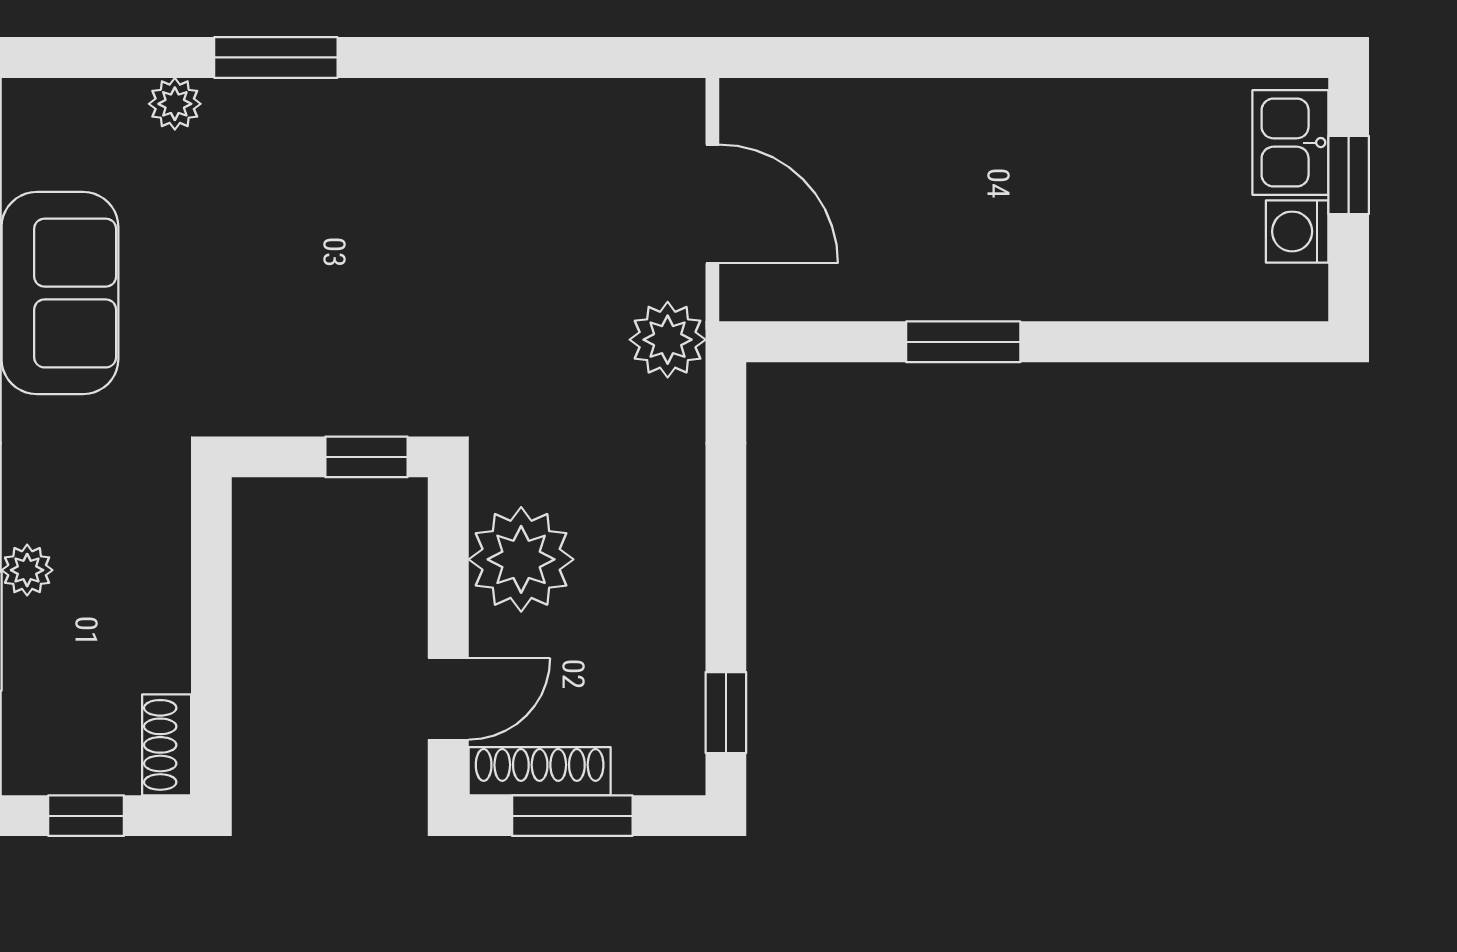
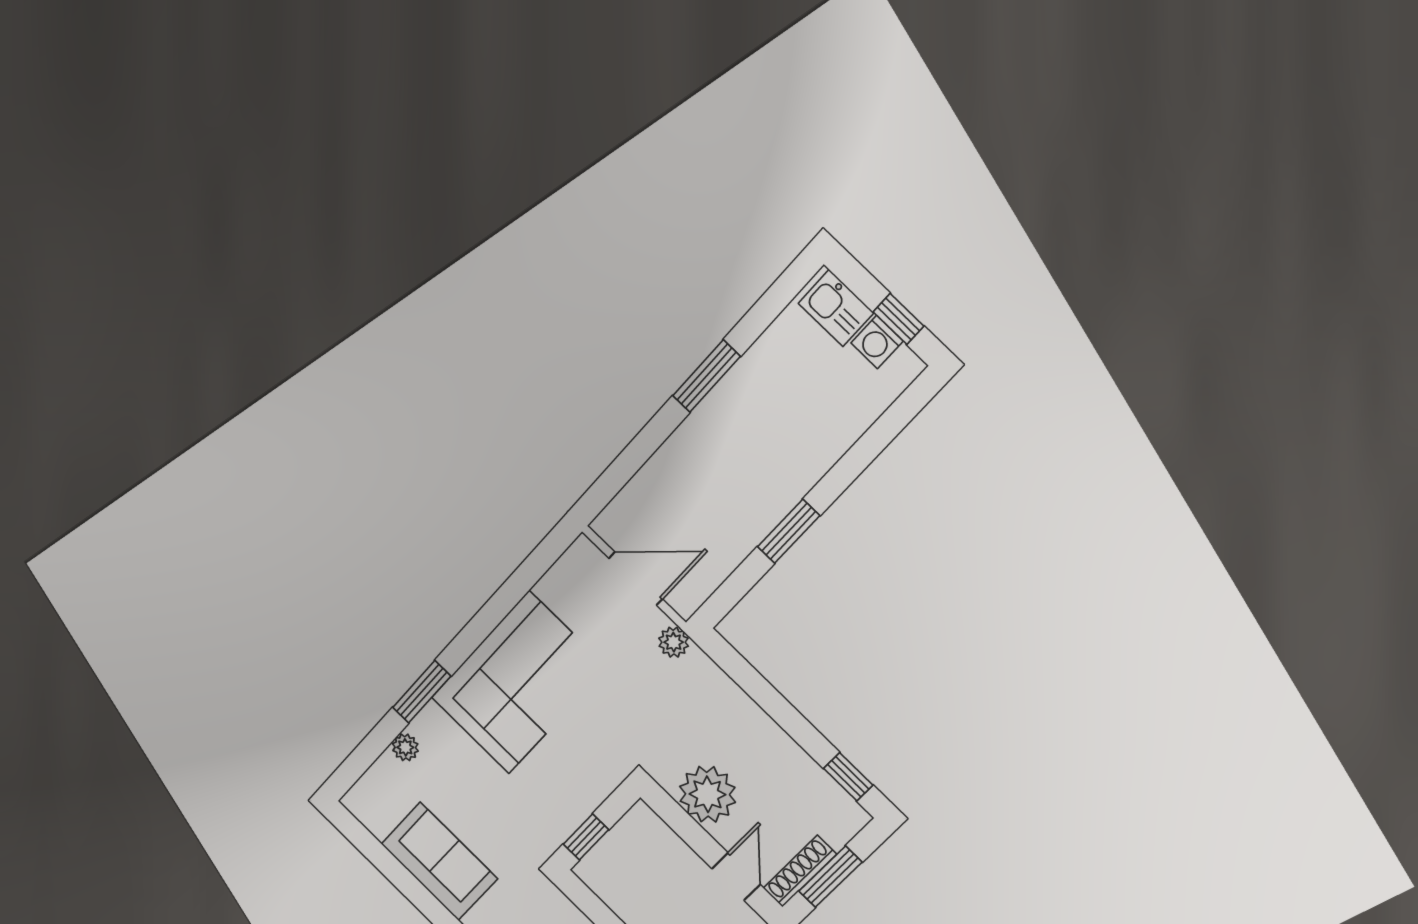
window: (1056, 57) -> (706, 376), added
window: (1349, 175) -> (898, 319), moved
corner sofa: (421, 177) -> (519, 683), added
plant: (668, 340) -> (674, 642), width x0.73, depth x0.73
window: (366, 457) -> (586, 837), moved

